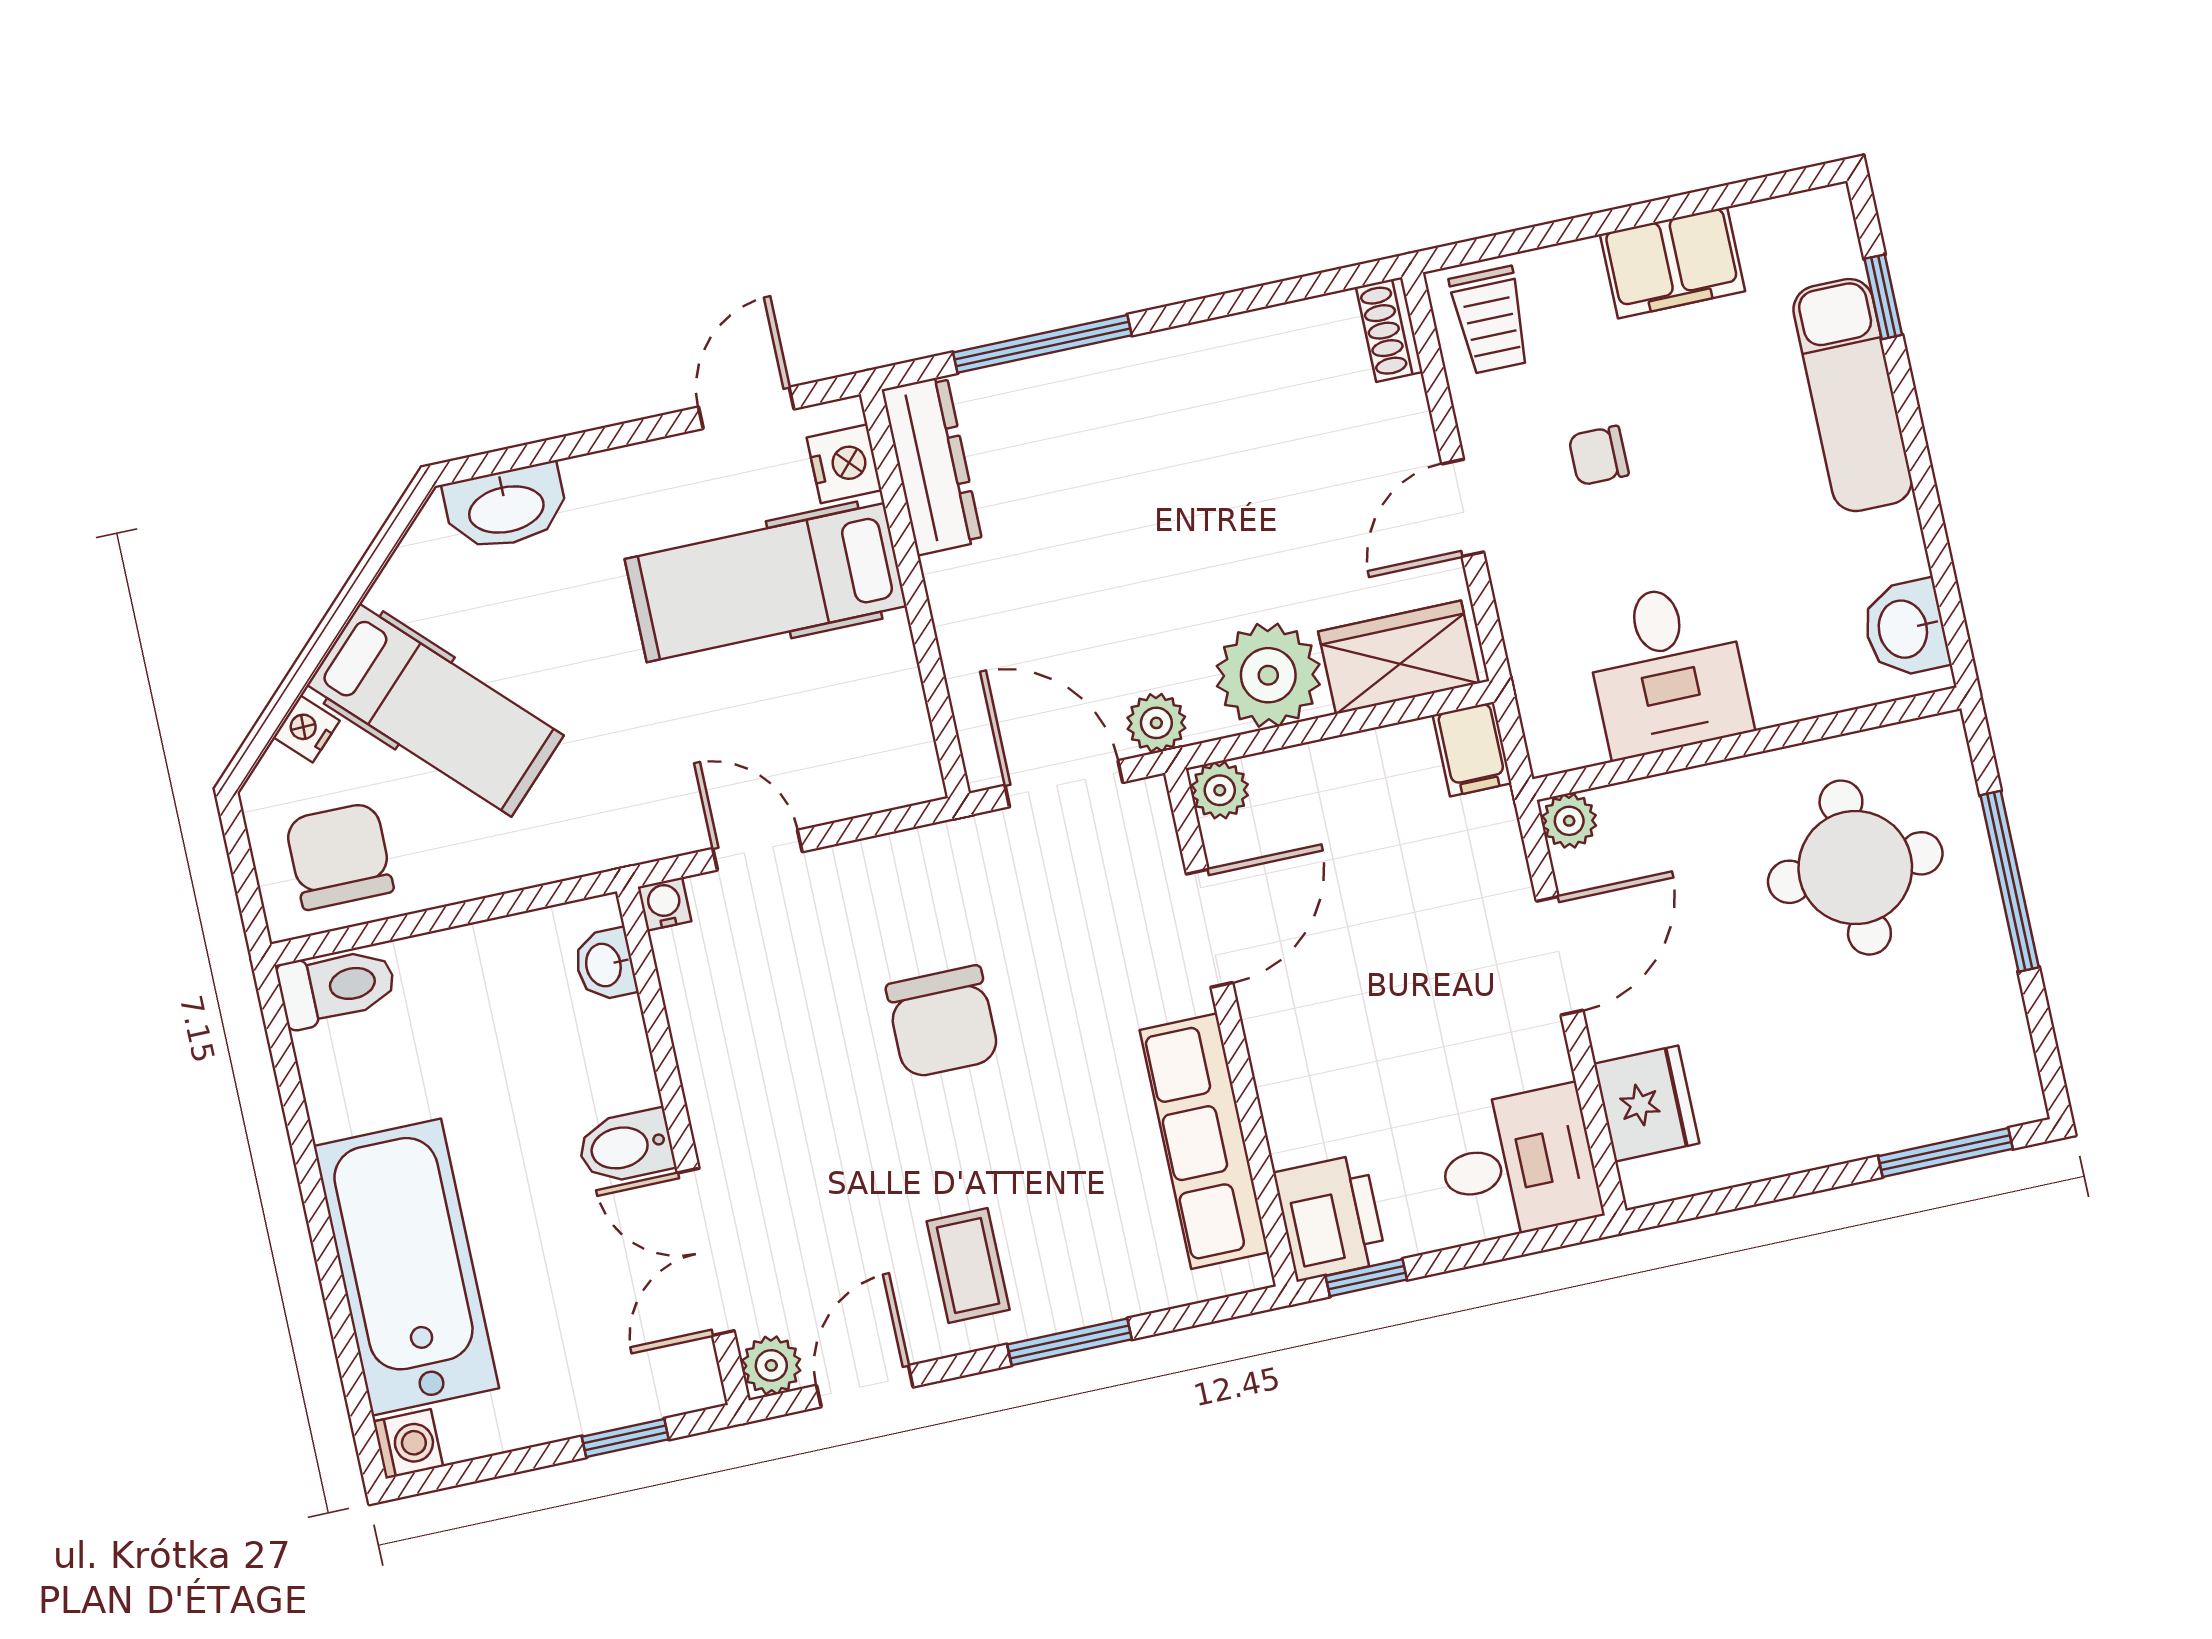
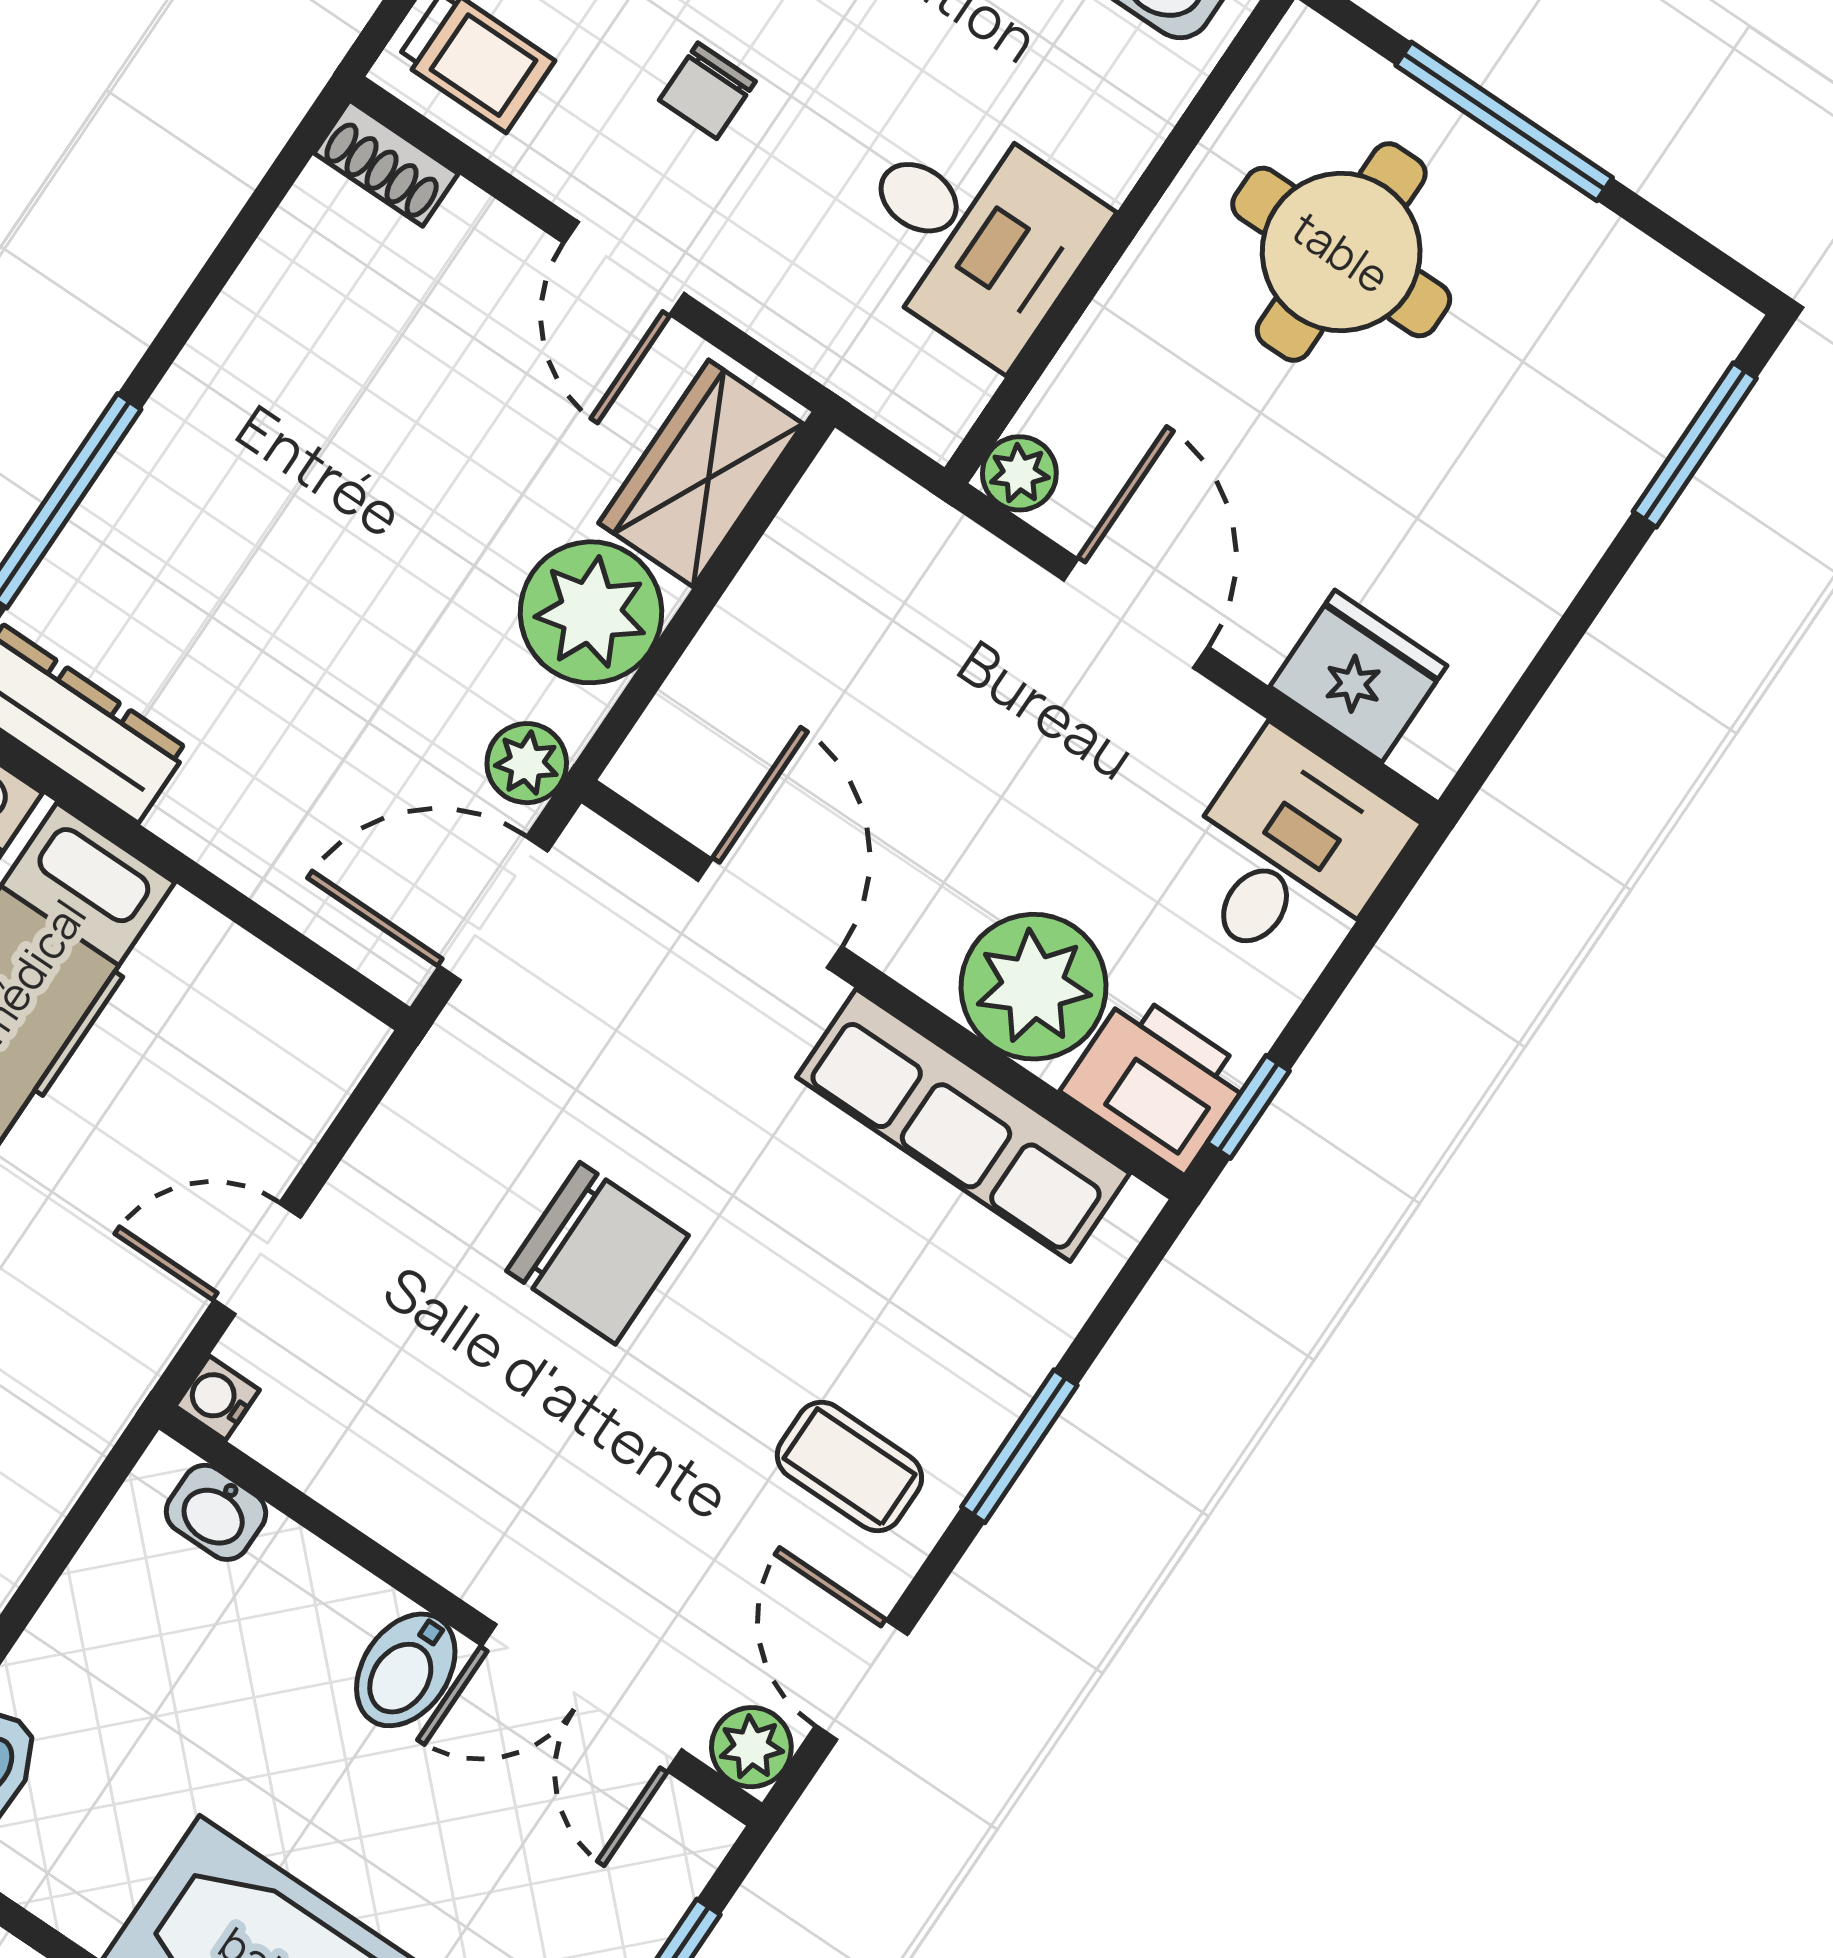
filing cabinet: (1472, 749) -> (858, 494), removed
plant: (1220, 790) -> (1034, 987), moved, width x1.88, depth x1.88

